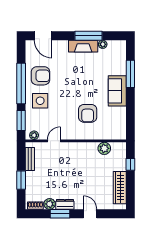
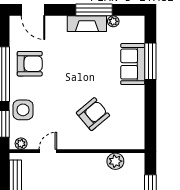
sofa: (117, 91) -> (133, 64), moved
side table: (40, 101) -> (23, 110), moved
armchair: (88, 113) -> (93, 114), turned -130

